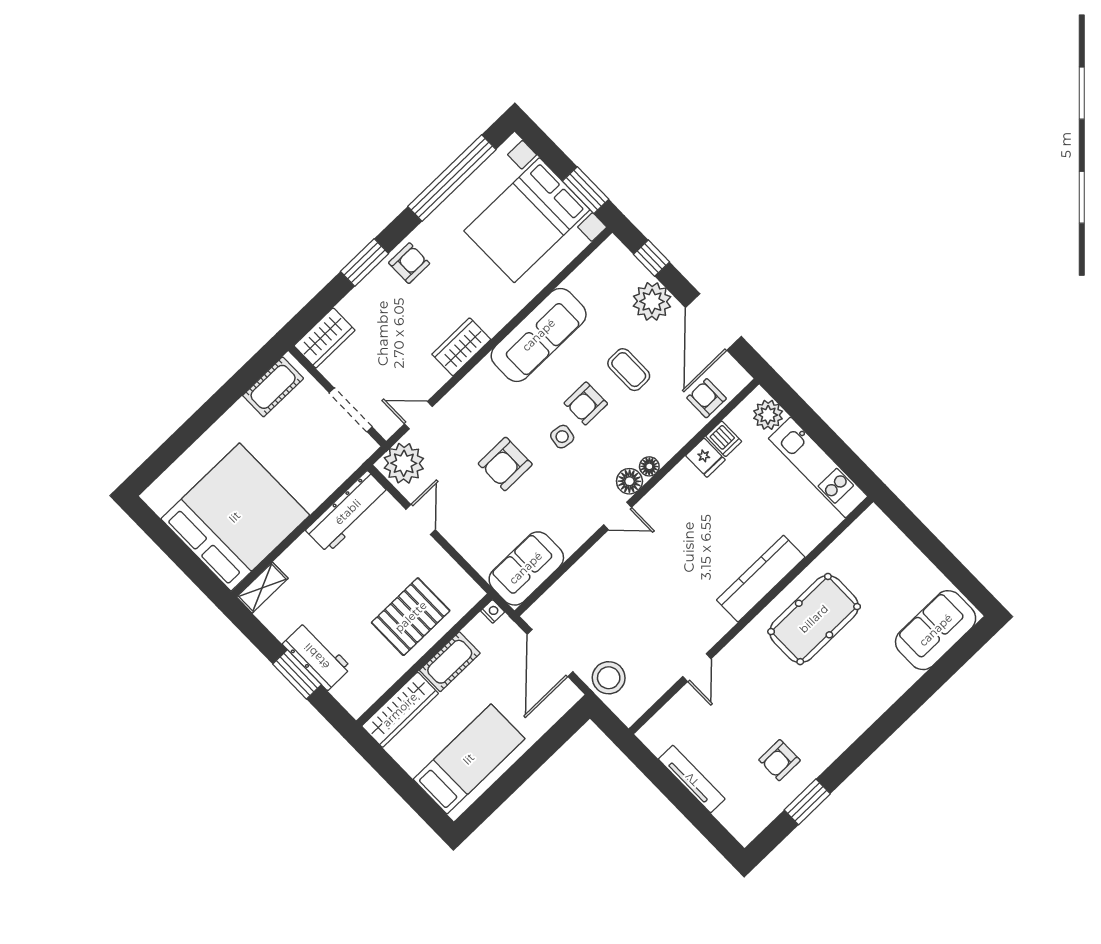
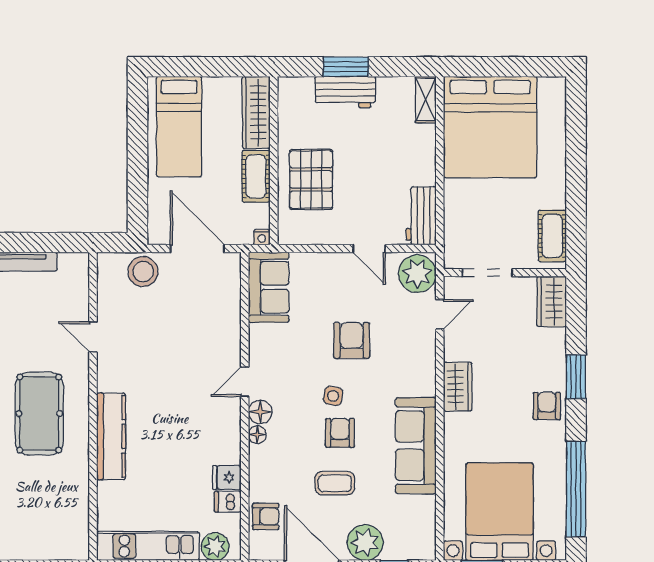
armchair: (409, 263) -> (547, 406), turned 180
workbench: (348, 512) -> (421, 216), width x0.73
pool table: (814, 619) -> (39, 414), moved

